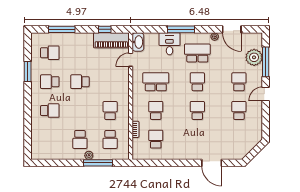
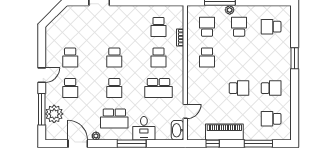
piano: (111, 40) -> (224, 132), moved
window: (28, 72) -> (295, 58), moved
school desk: (50, 111) -> (271, 27), moved

